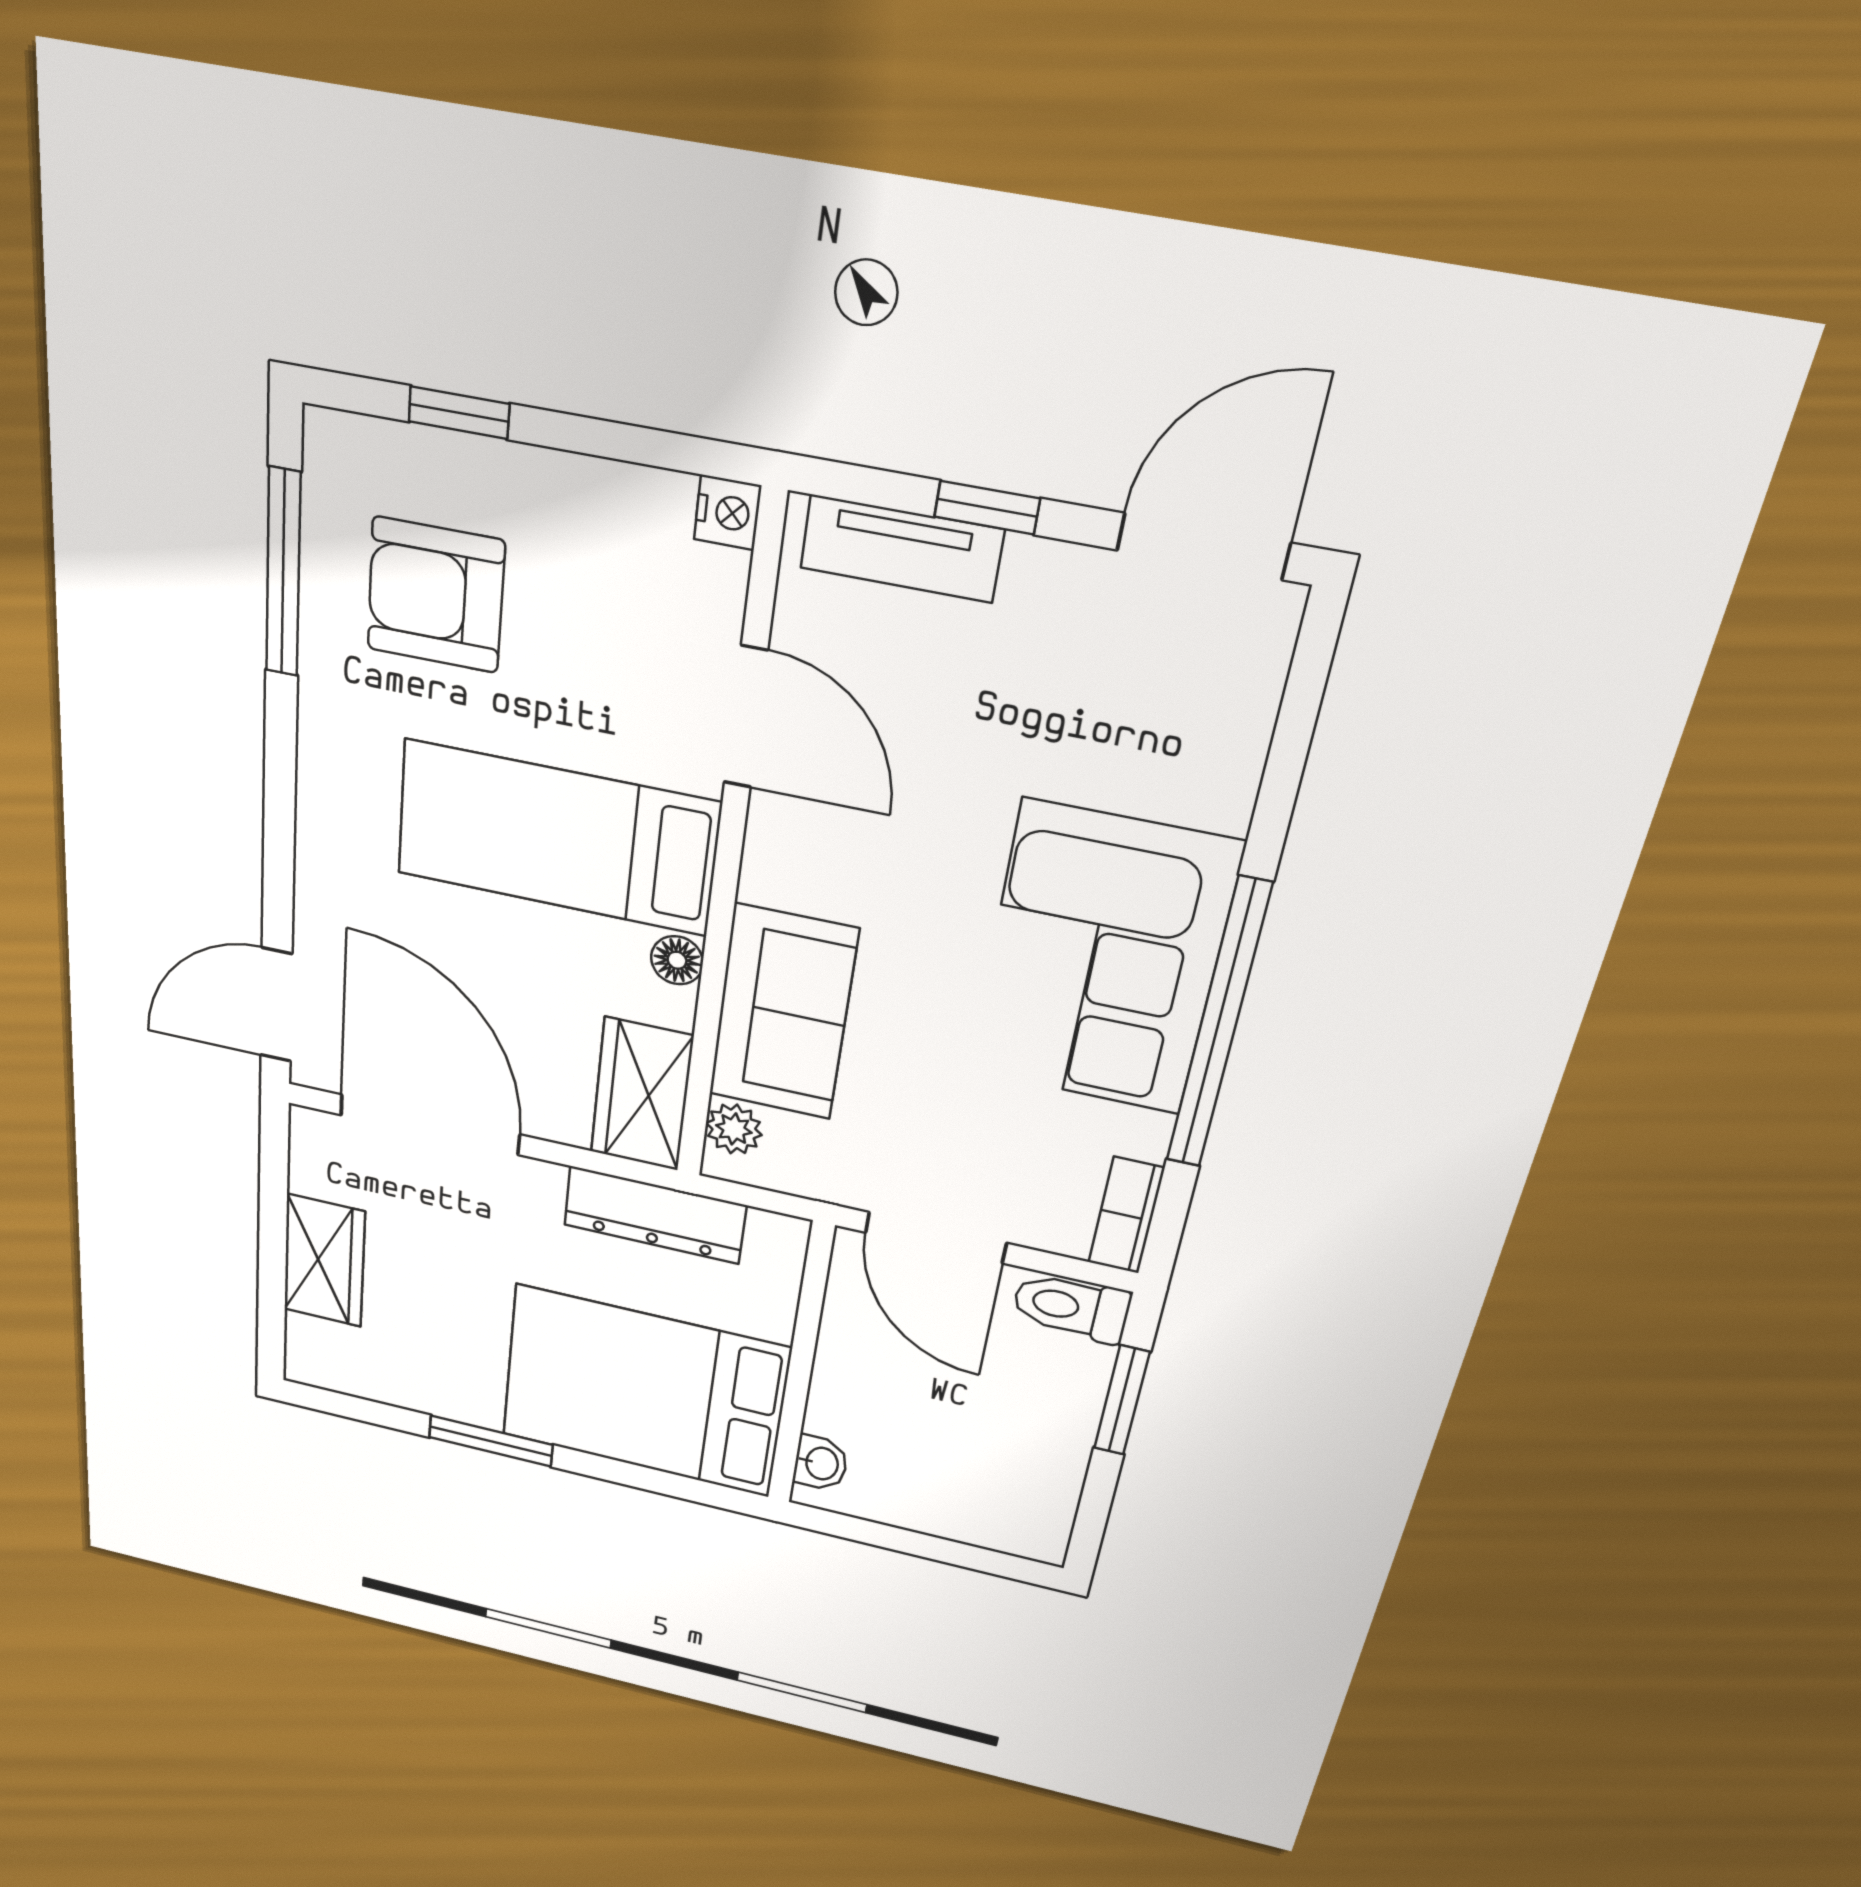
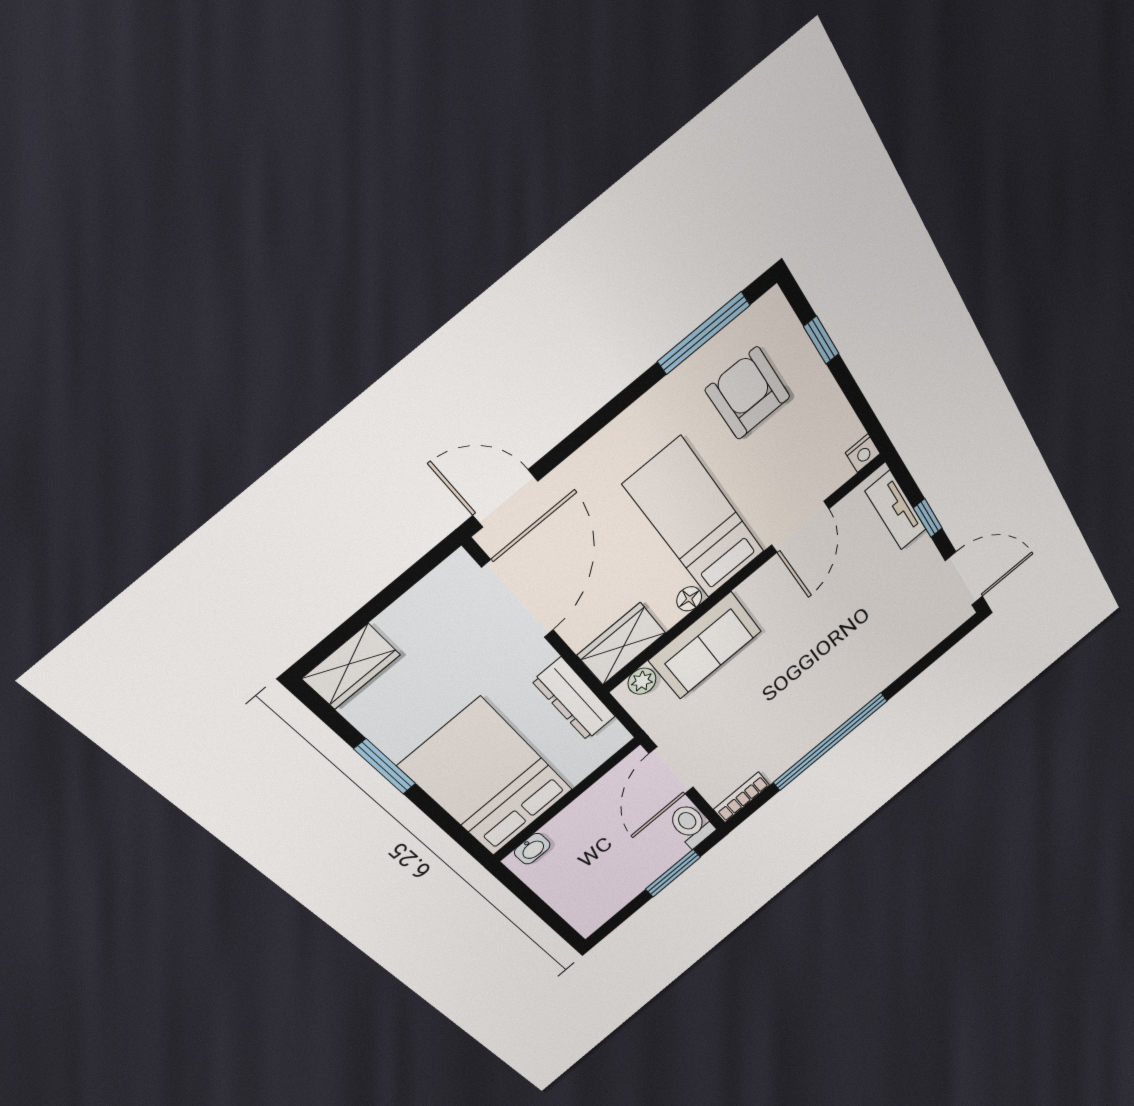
corner sofa: (1103, 960) -> (820, 696), removed
wardrobe: (324, 1261) -> (351, 667), moved

